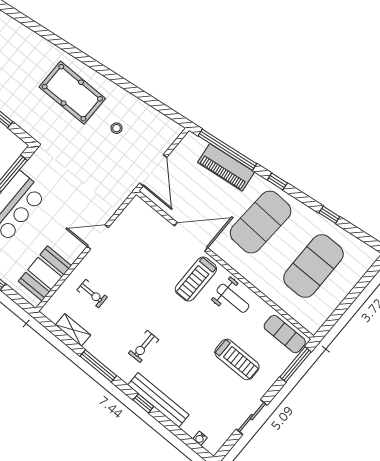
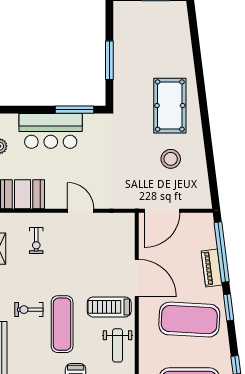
stool: (117, 128) -> (171, 159), width x1.89, depth x1.89
piano: (226, 167) -> (212, 268), width x0.73, depth x0.75
window: (277, 182) -> (229, 307), width x1.50
exercise mat: (178, 329) -> (62, 324), added

